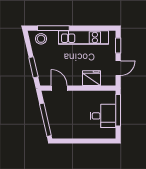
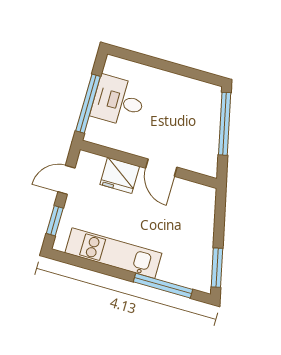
stool: (41, 39) -> (191, 273), removed
window: (33, 67) -> (217, 268), moved
door: (59, 88) -> (161, 168), moved

